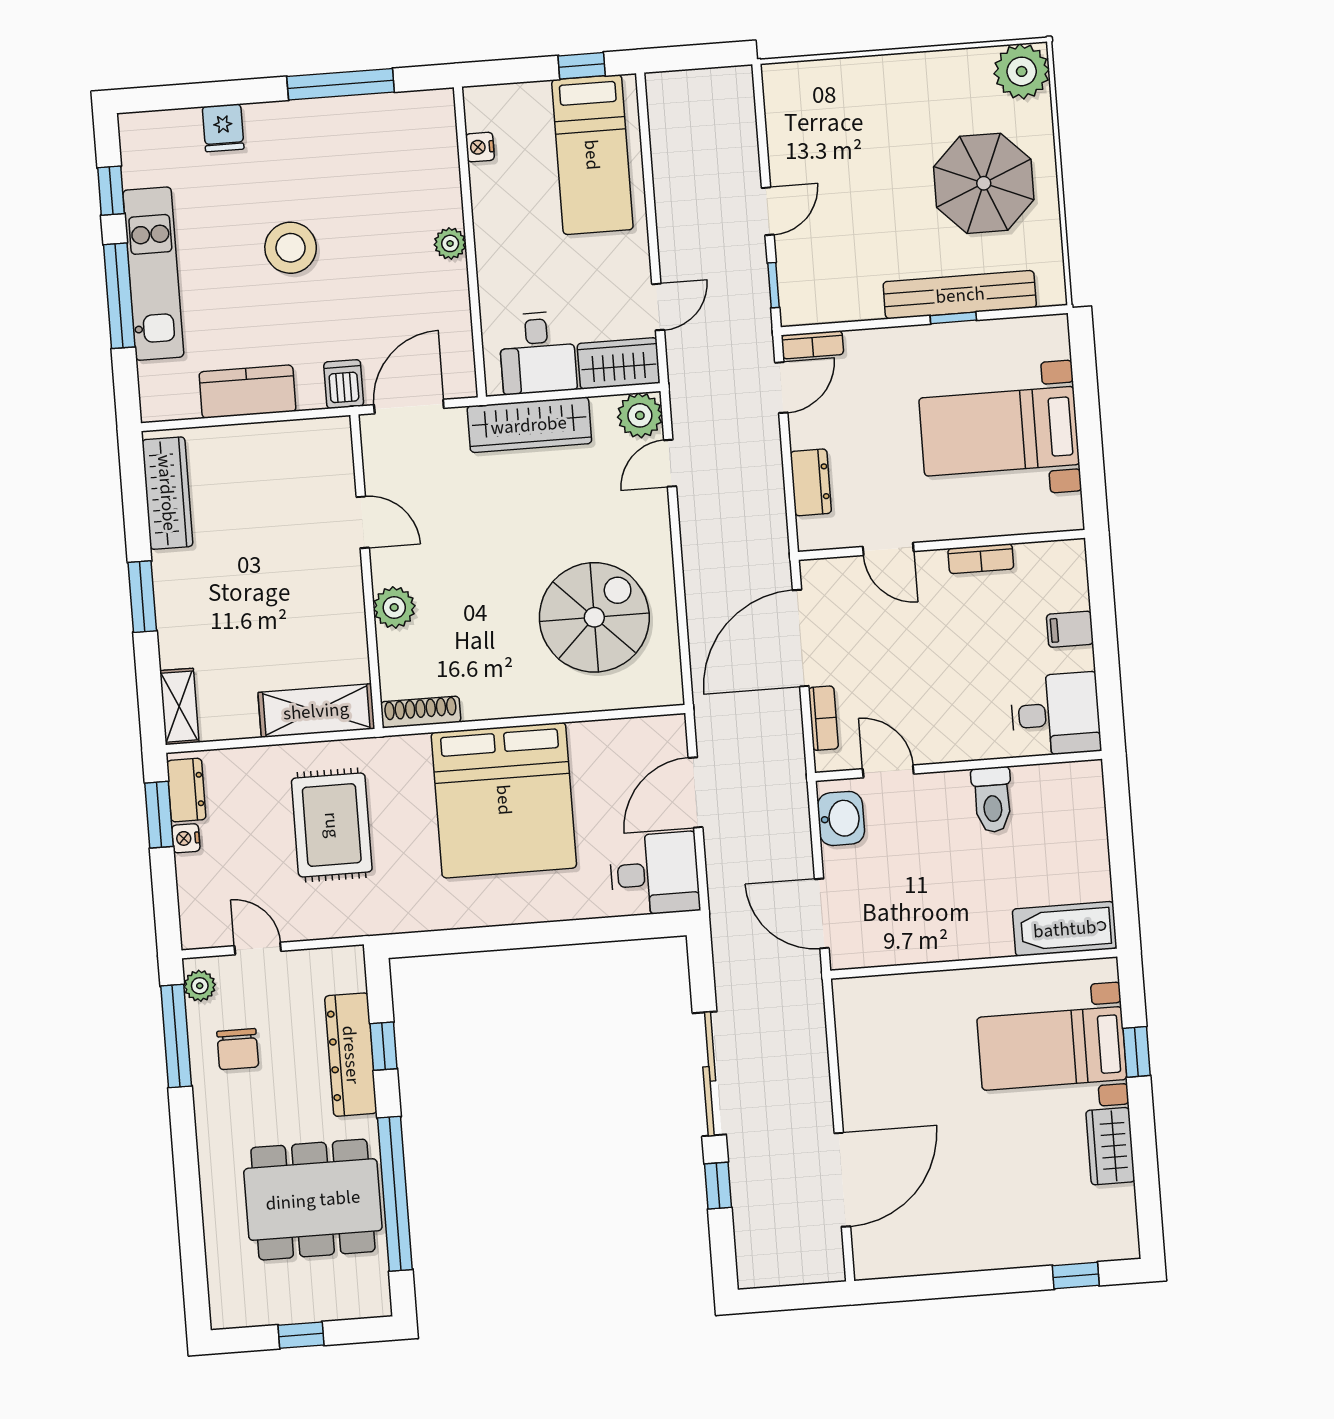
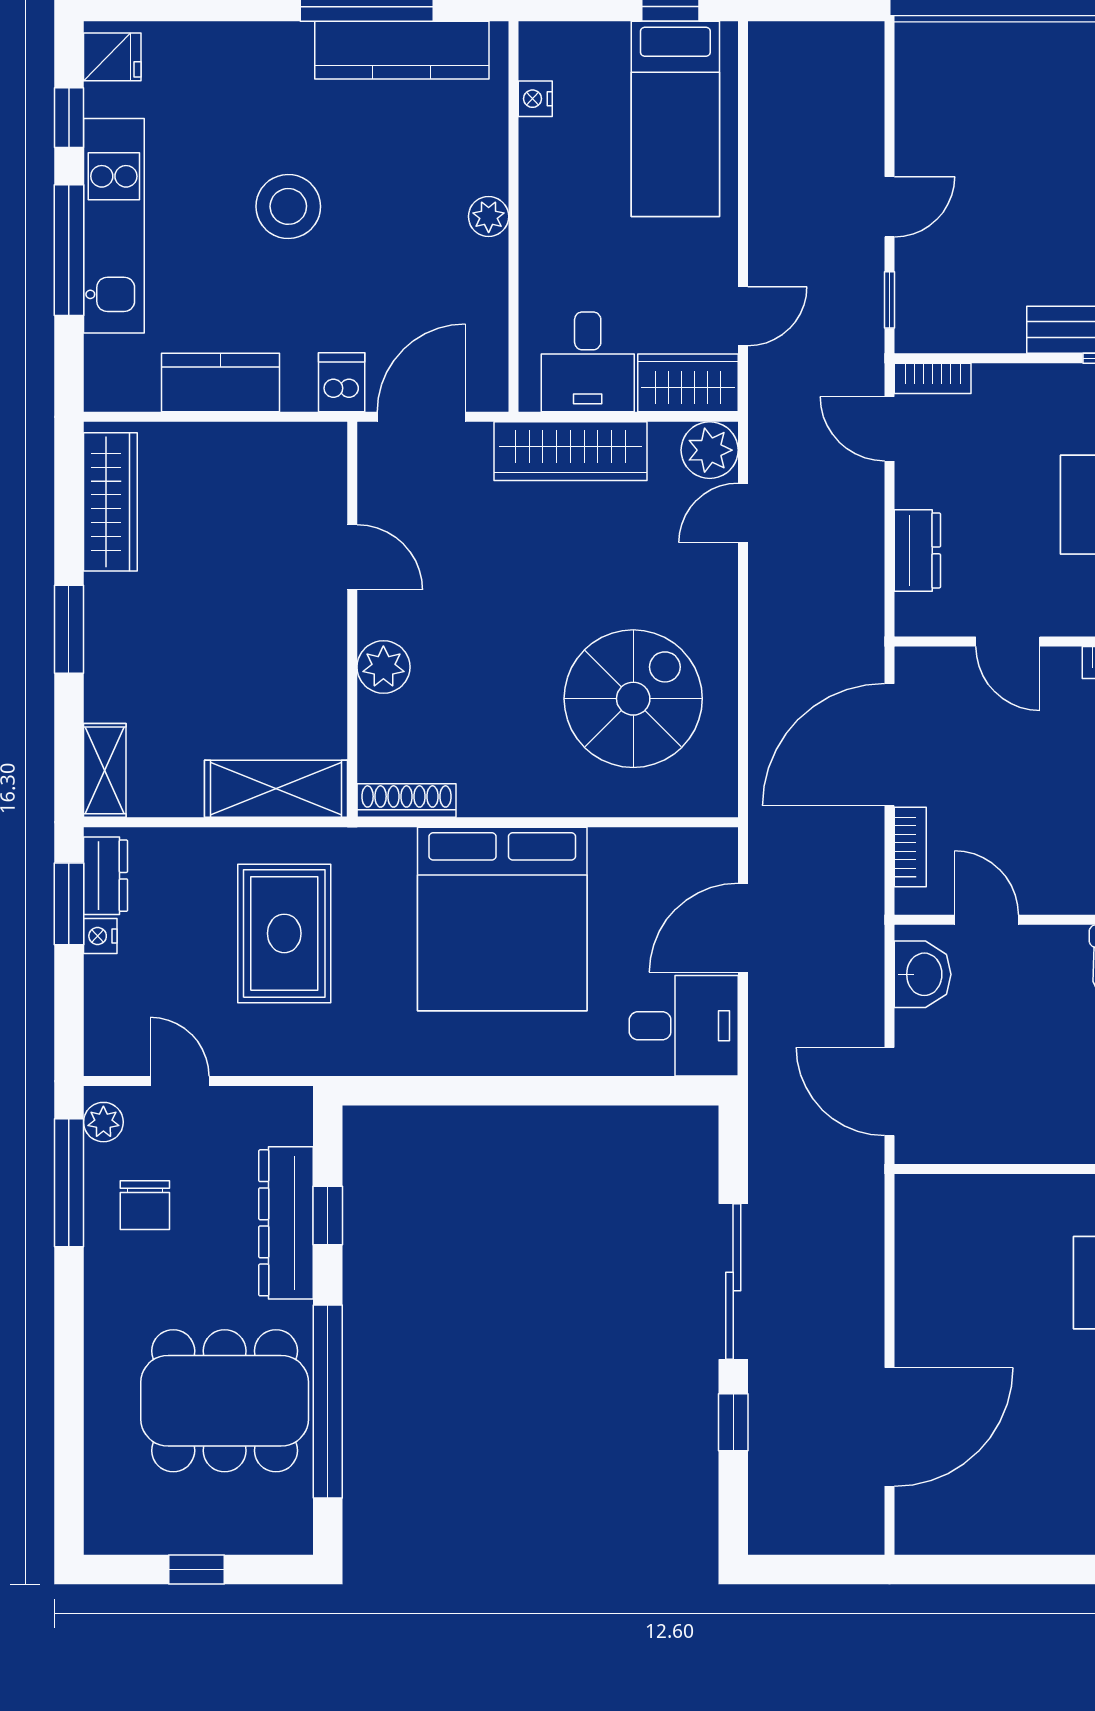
kitchen counter: (371, 117) -> (402, 50), added
fridge: (223, 128) -> (112, 57), moved, turned -90
door: (781, 388) -> (890, 429), swing flipped

